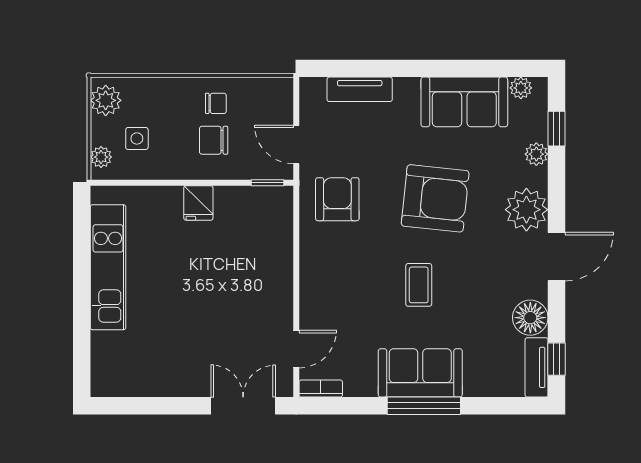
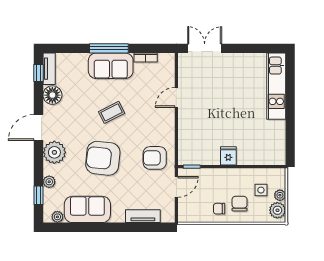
chair: (214, 140) -> (240, 204), moved, turned -90
door: (296, 144) -> (176, 187), hinge flipped
plant: (101, 157) -> (280, 195), moved
armchair: (337, 199) -> (155, 158), turned 90
kitchen unit: (108, 267) -> (276, 86), moved
coffee table: (419, 285) -> (112, 112), turned 63
door: (296, 349) -> (176, 97), moved
bookcase: (321, 389) -> (146, 57), moved
double door: (243, 406) -> (205, 48), swing flipped

